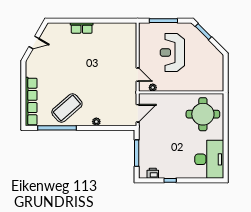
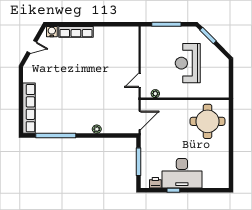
water cooler: (53, 28) -> (52, 32), added
row of seats: (82, 28) -> (76, 32), width x1.48
reception desk: (172, 52) -> (188, 63), moved
door: (138, 75) -> (140, 80), swing flipped
coffee table: (67, 108) -> (66, 115), removed
desk: (209, 159) -> (182, 173), moved, turned 90

